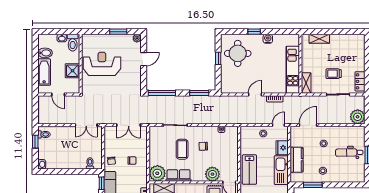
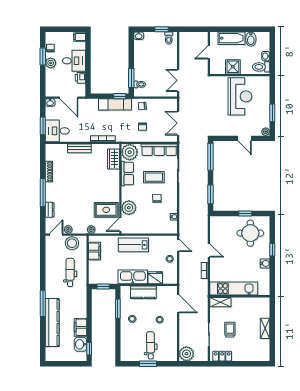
shelving: (319, 39) -> (265, 328), moved
door: (278, 125) -> (178, 245), moved
row of seats: (155, 144) -> (159, 150), added
window: (84, 172) -> (131, 78), added

